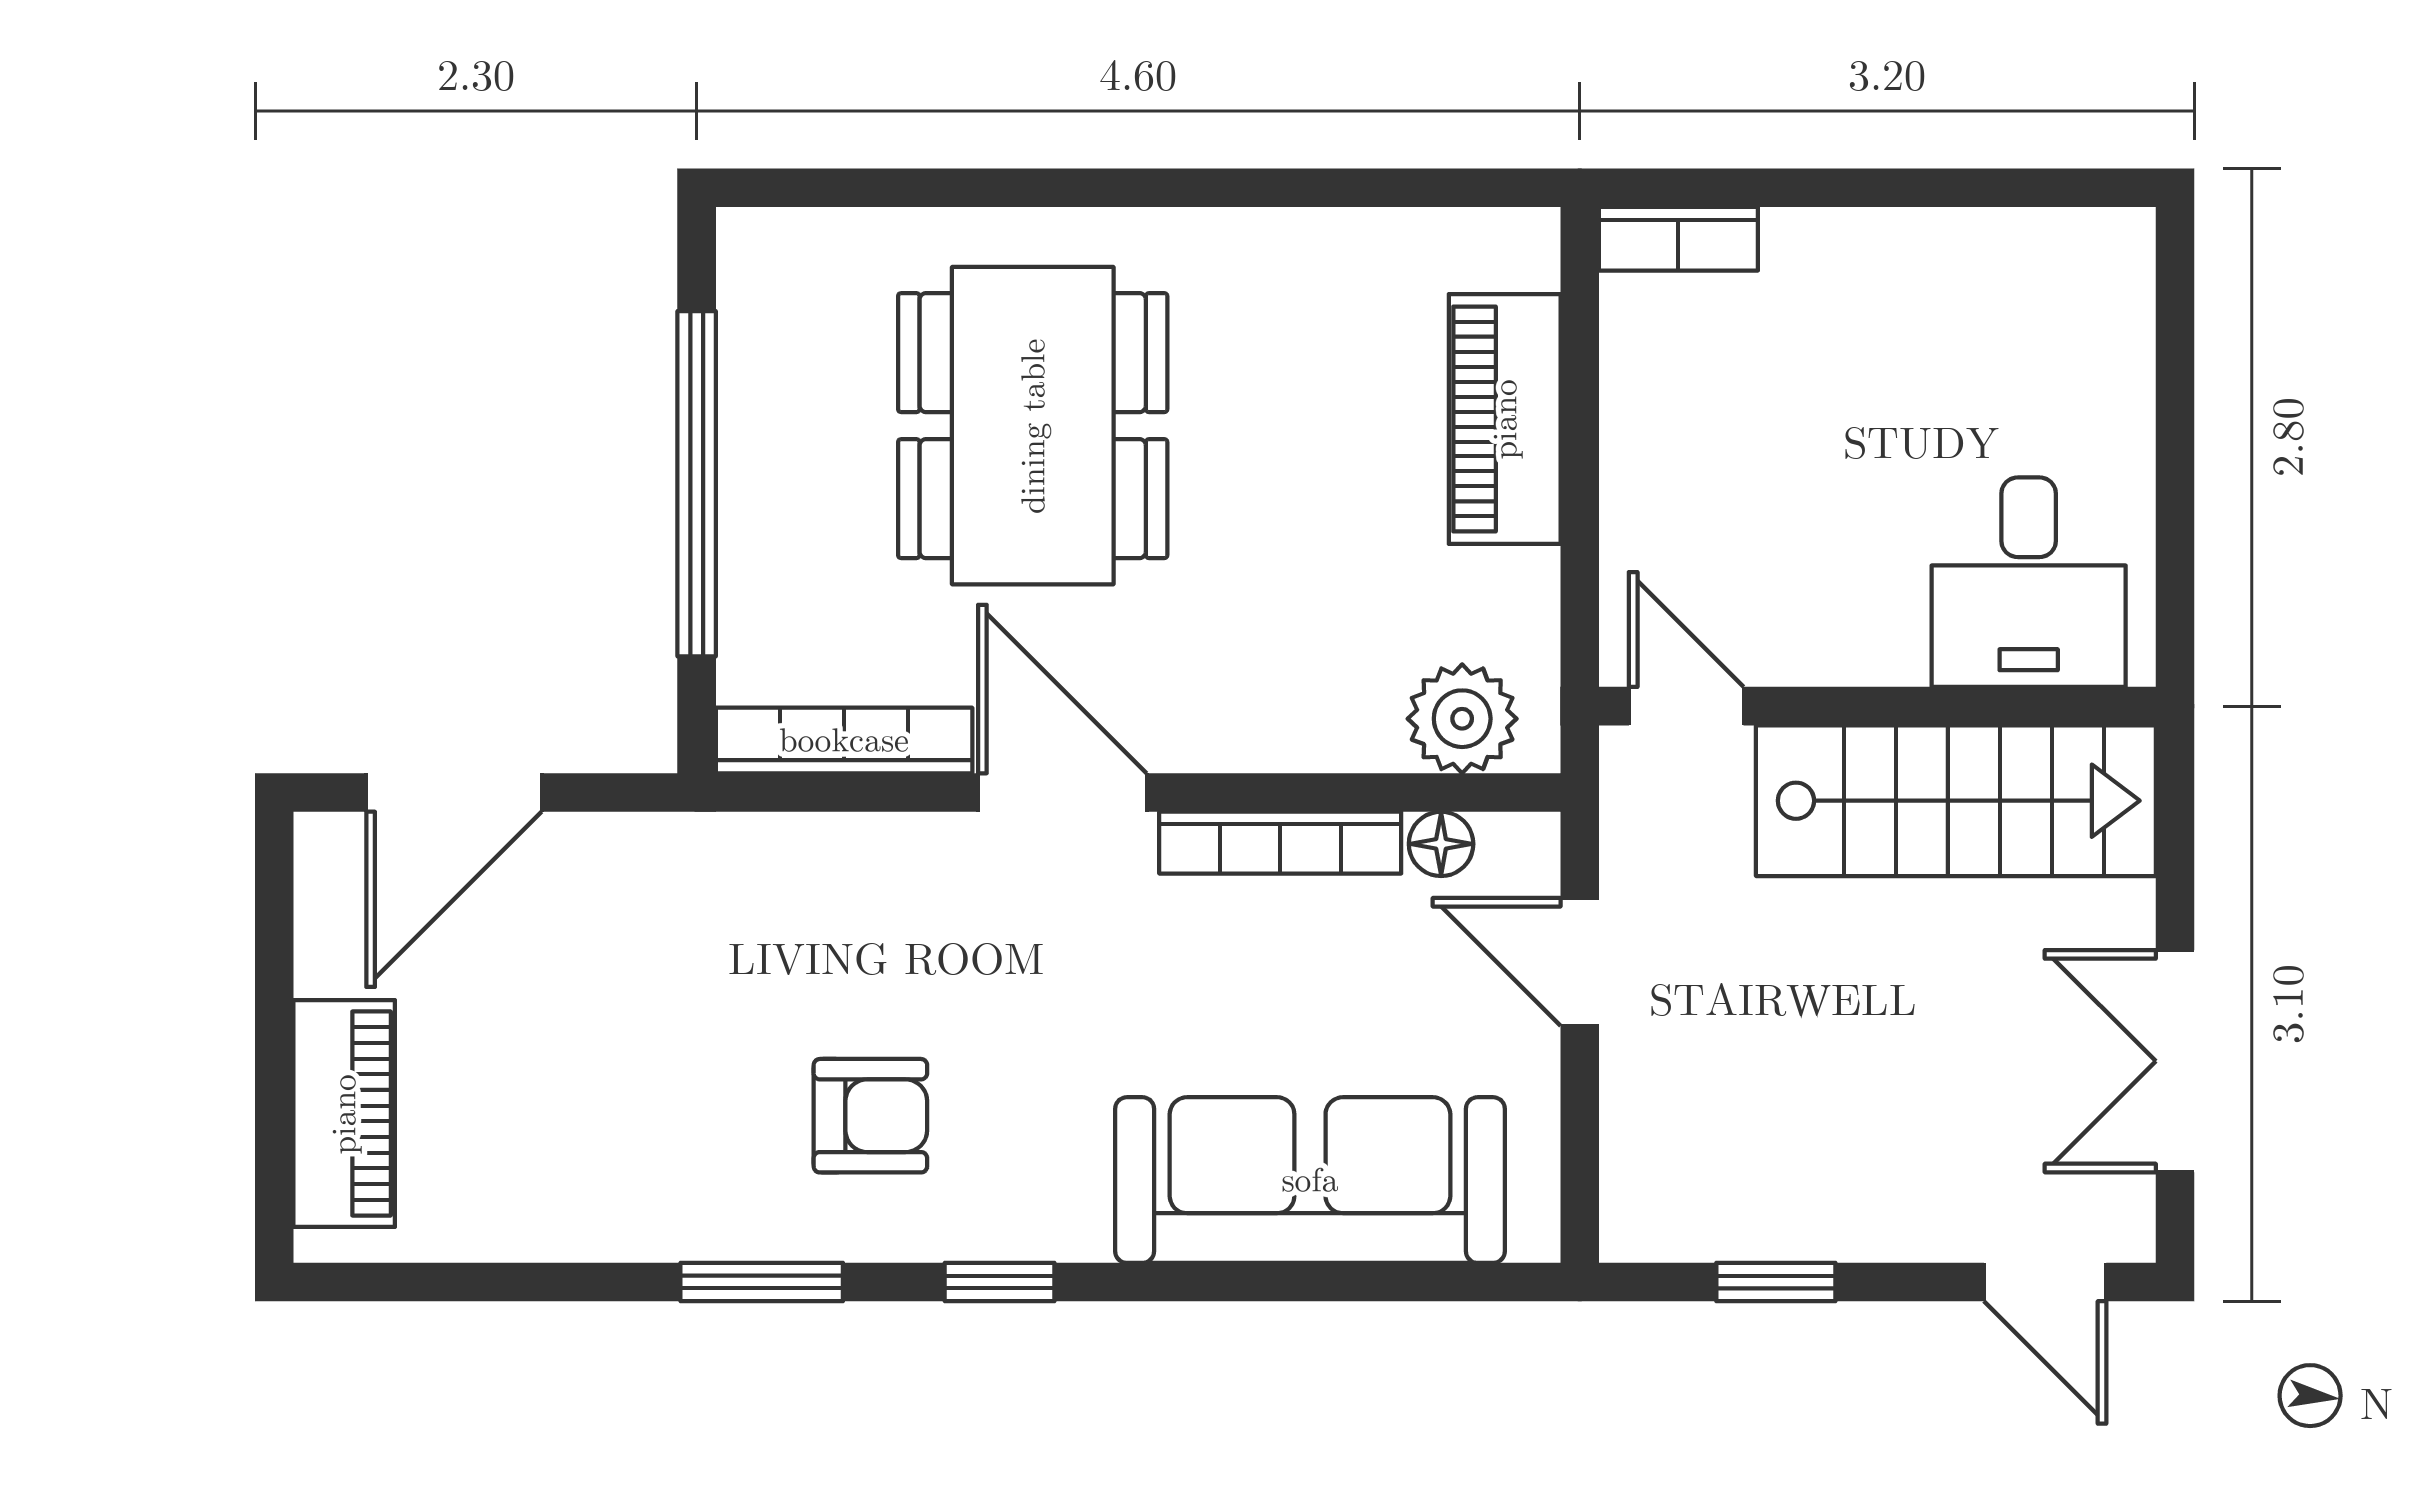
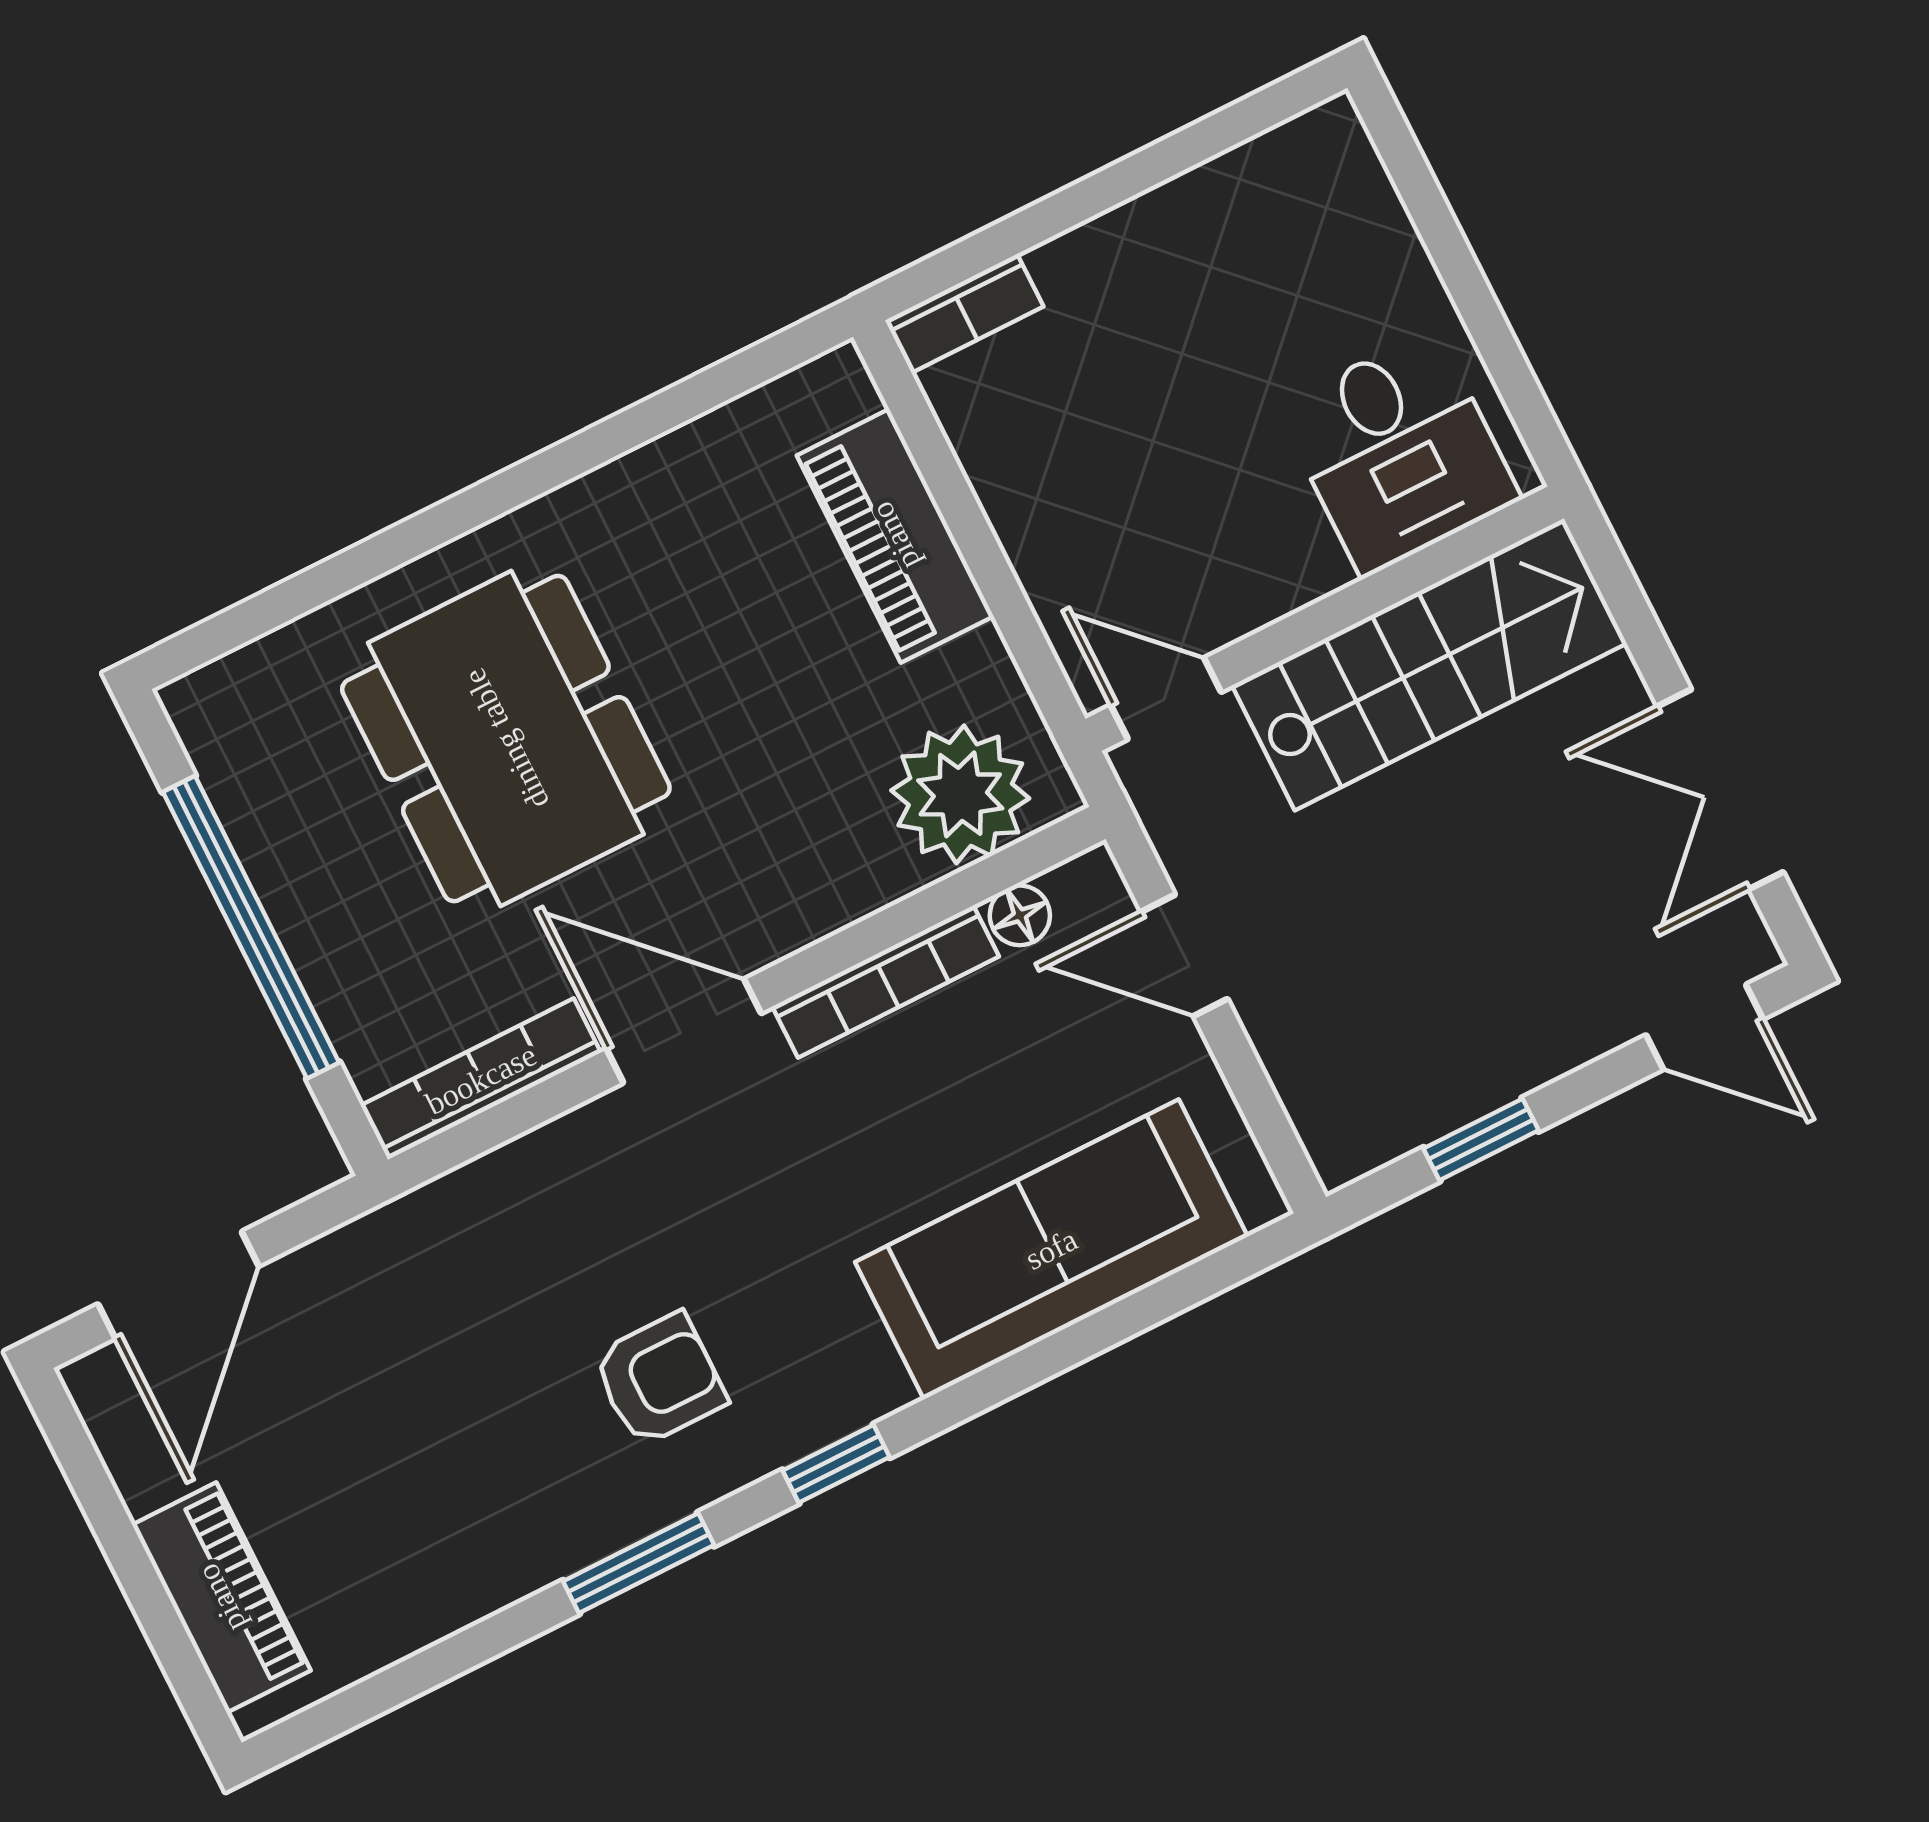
plant: (1462, 719) -> (960, 794), width x1.36, depth x1.36

